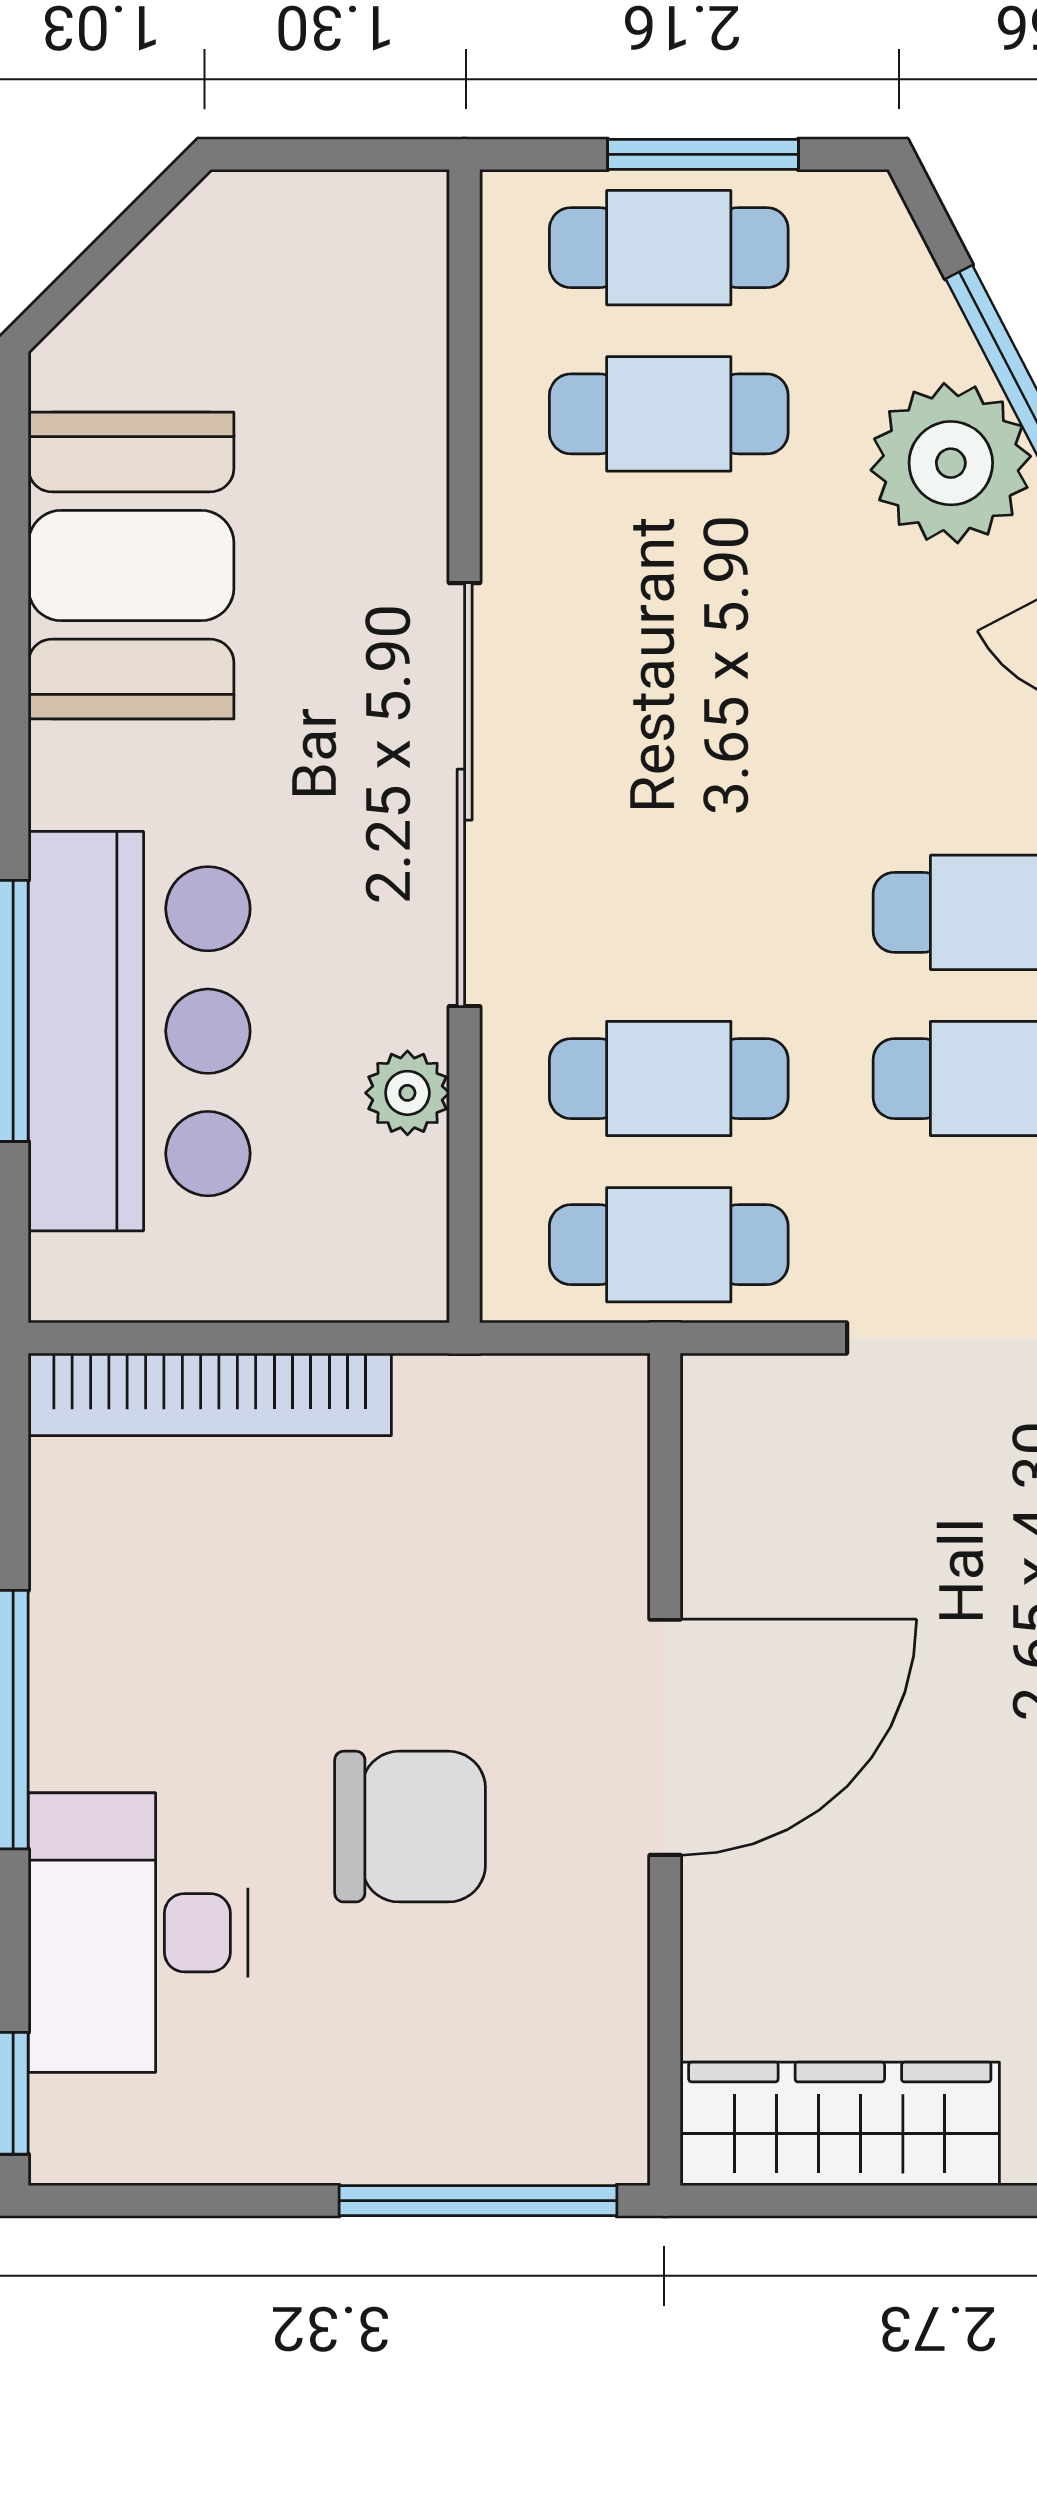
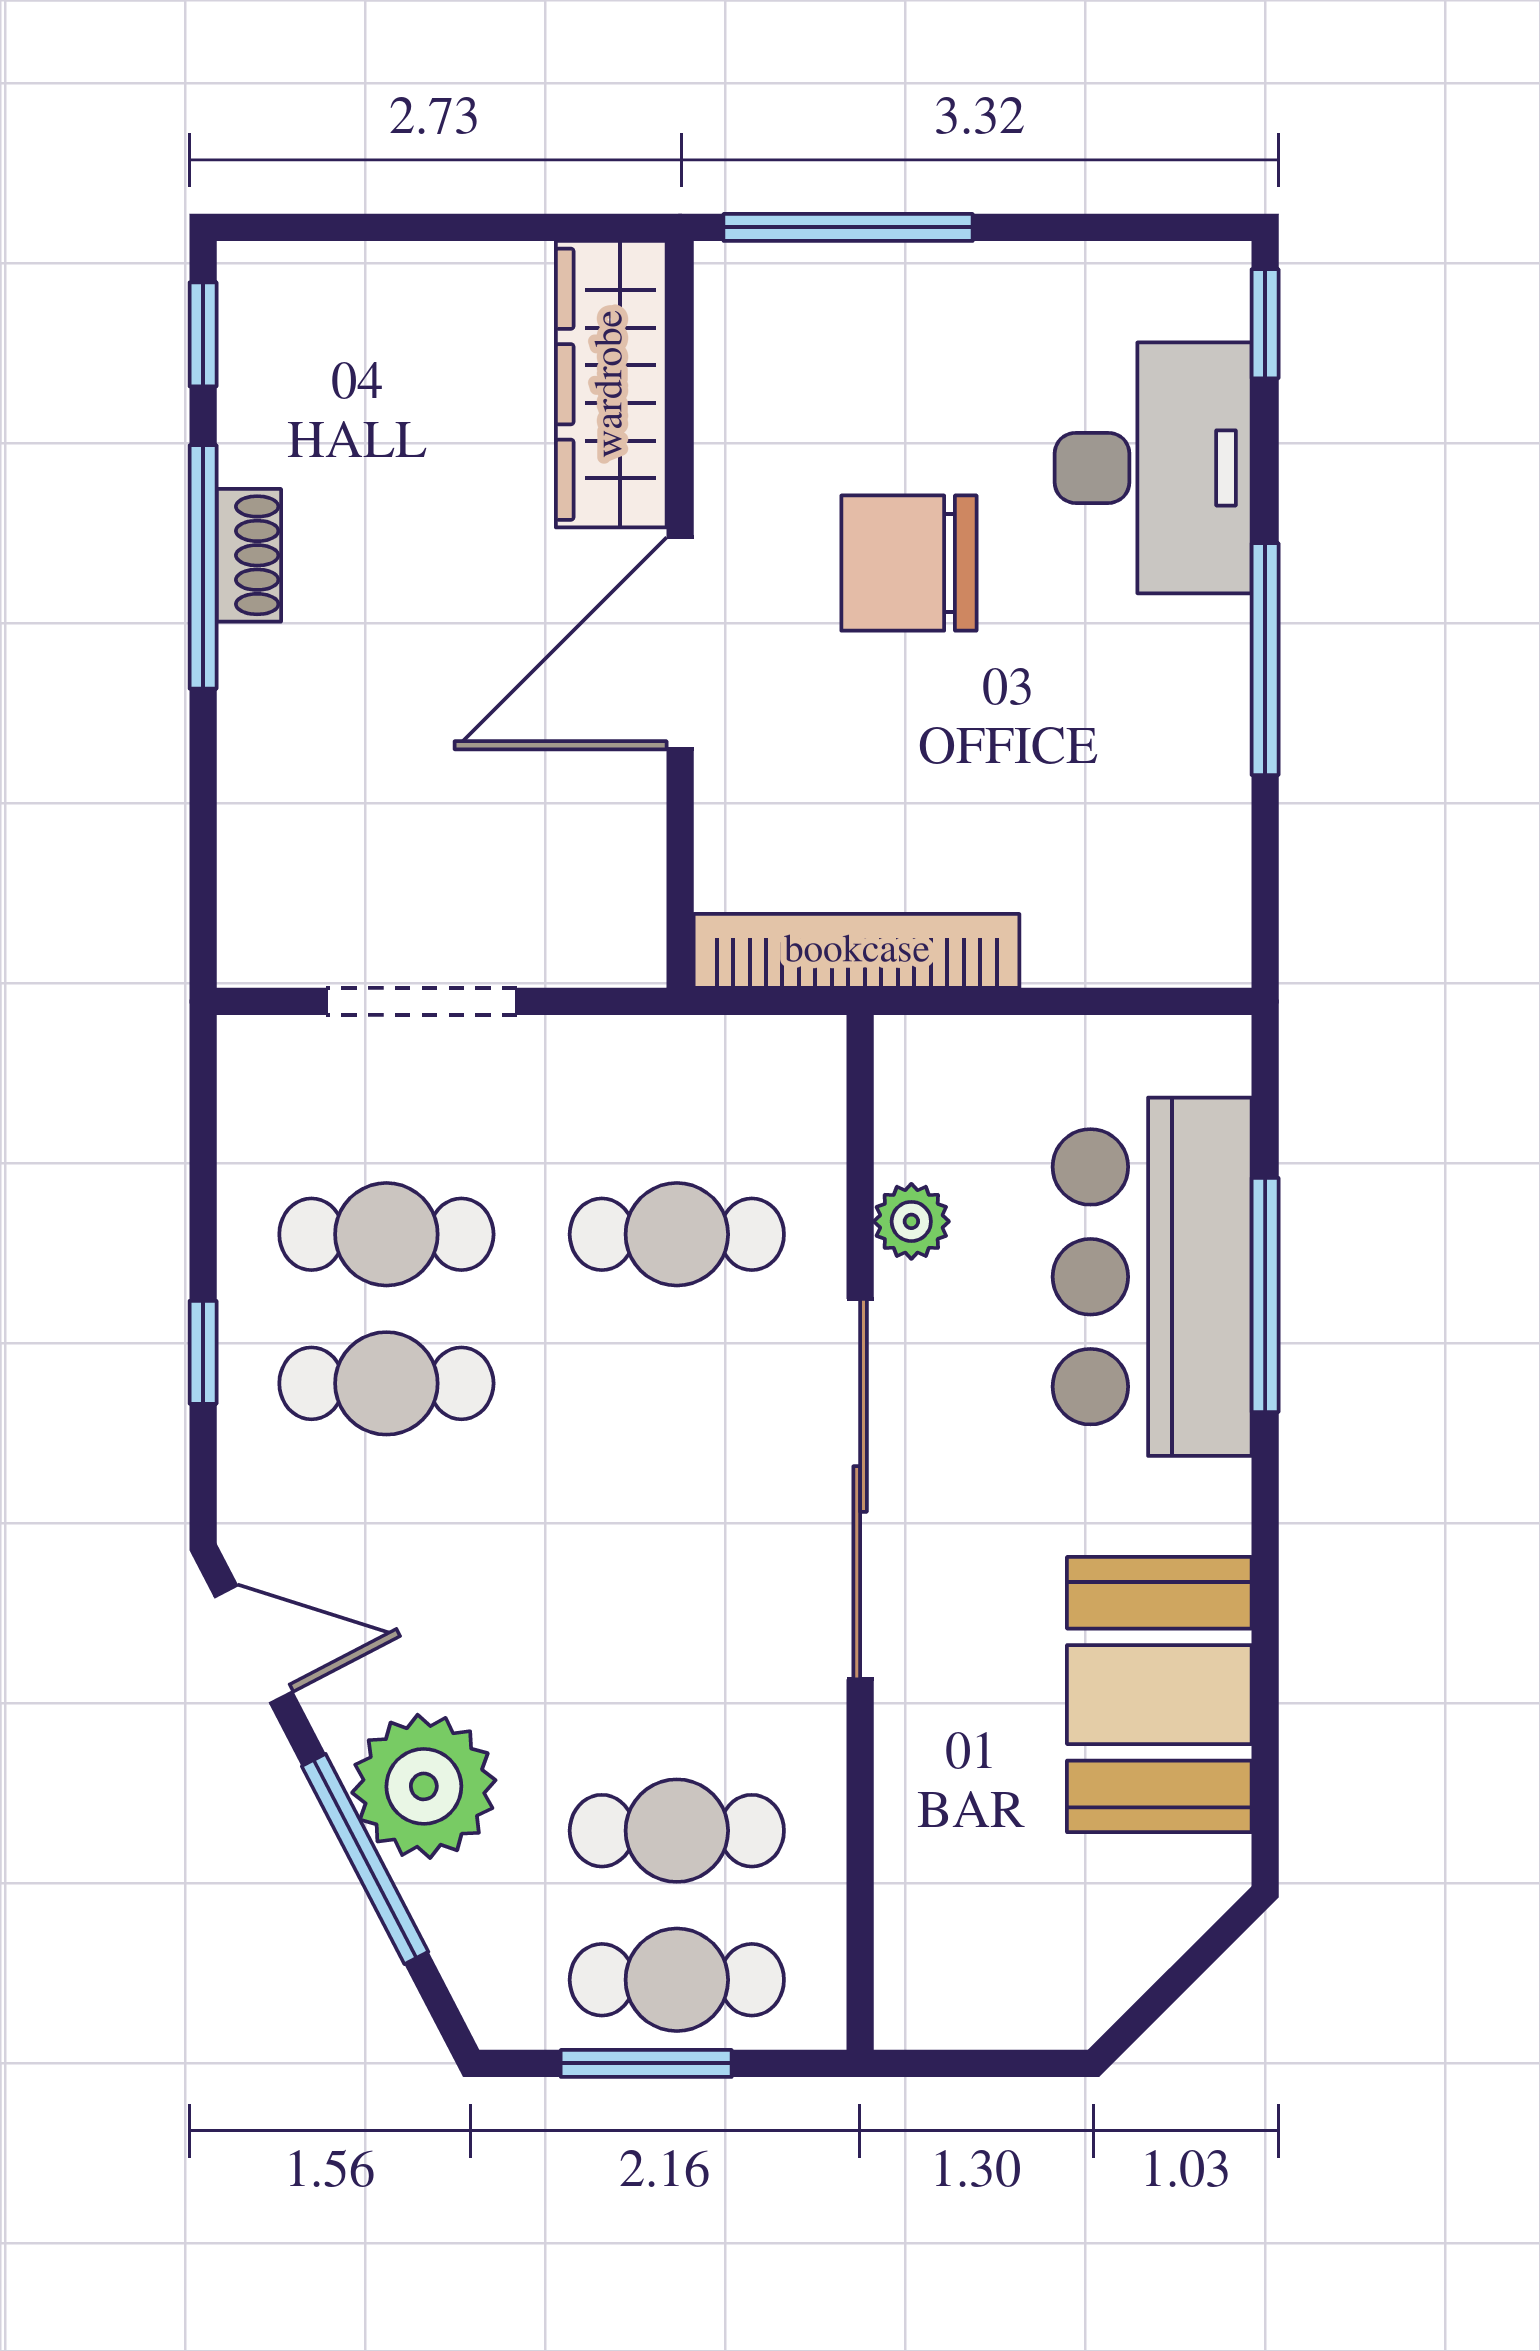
cafe table: (669, 1245) -> (677, 1085), removed
bookcase: (210, 1394) -> (857, 951), moved
wardrobe: (840, 2124) -> (611, 384), moved, turned 90

